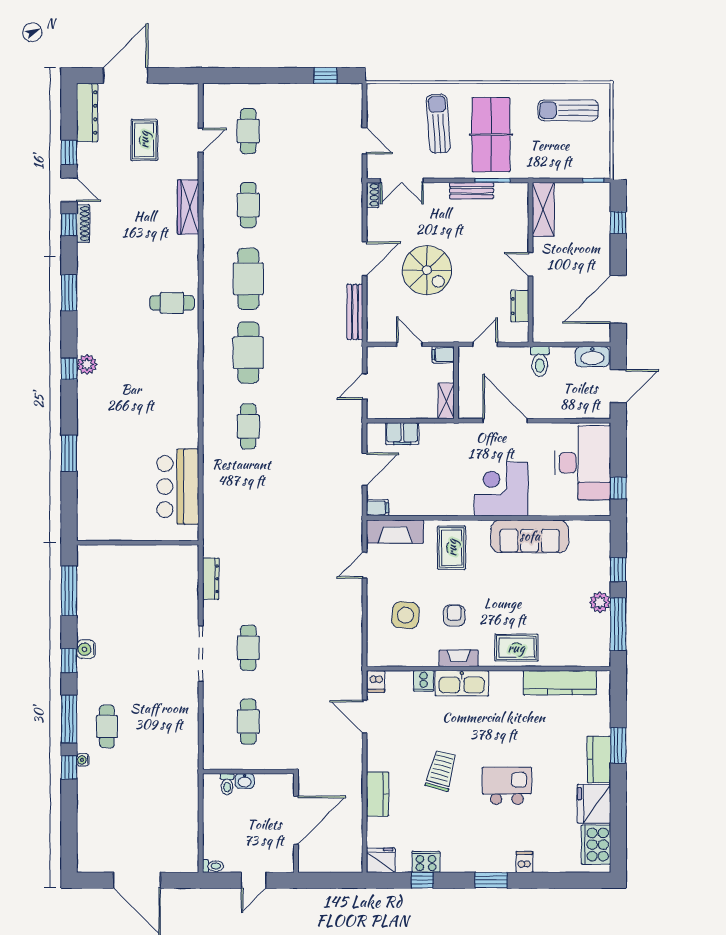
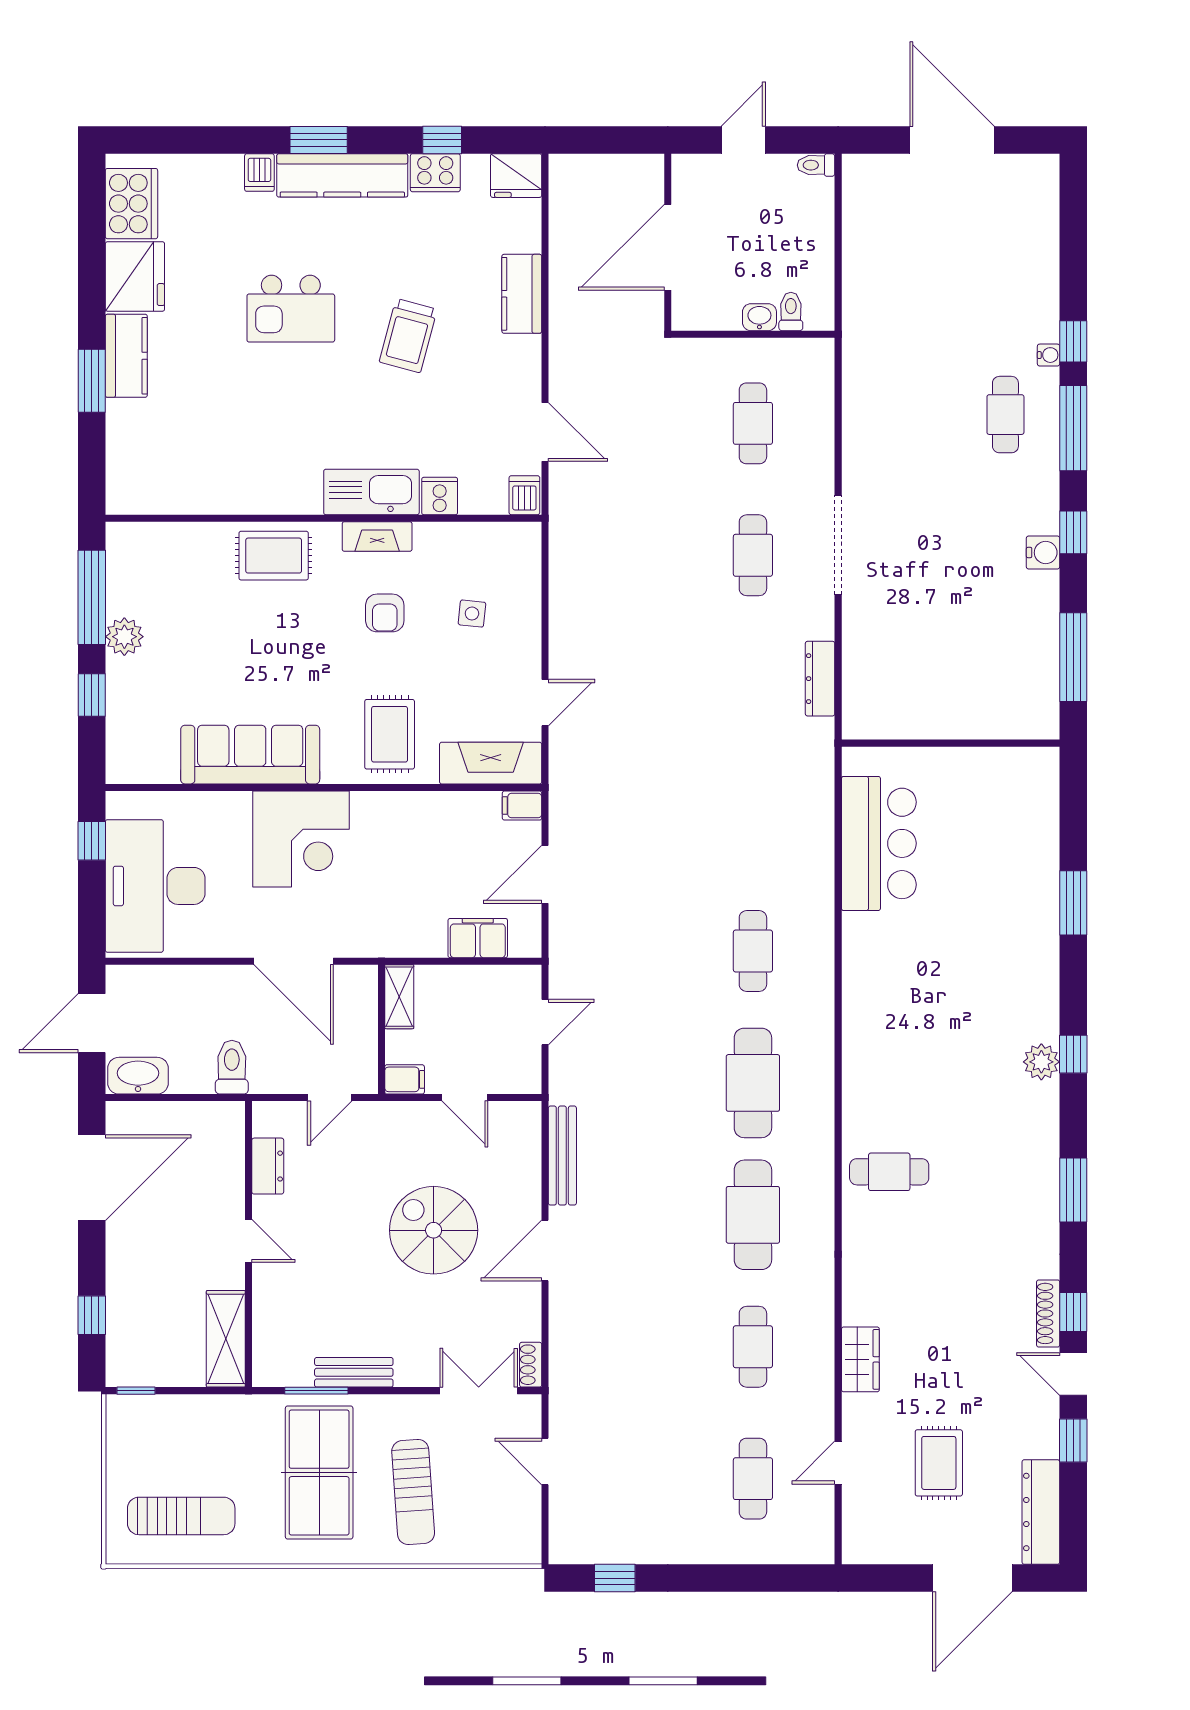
wardrobe: (188, 207) -> (860, 1359), width x0.67
side table: (405, 615) -> (472, 614), width x0.54, depth x0.54
kitchen counter: (560, 683) -> (342, 175), moved, turned 180

